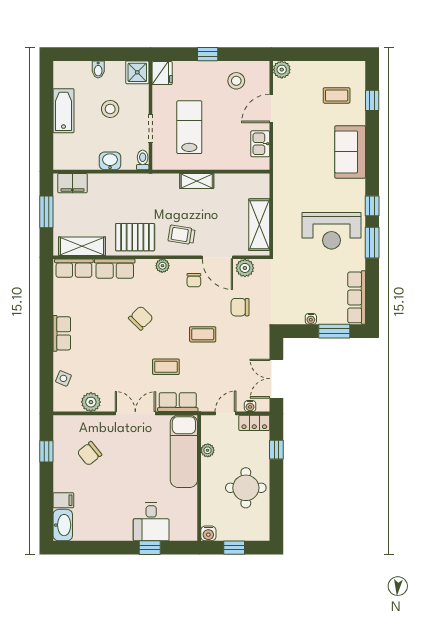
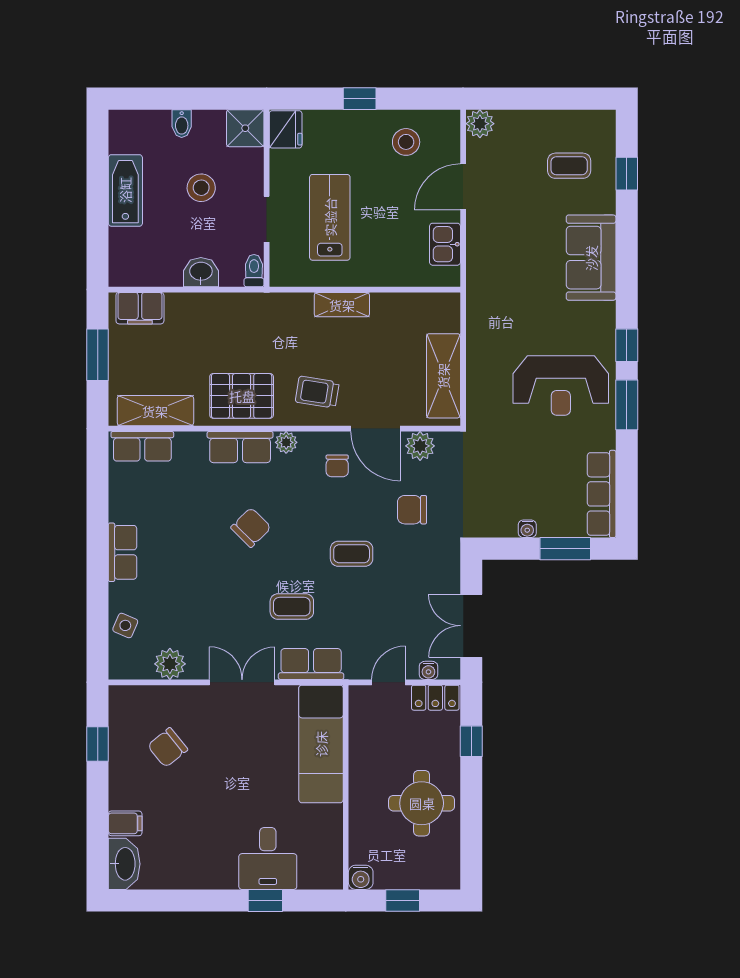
row of seats: (115, 269) -> (240, 447), moved
plant: (208, 450) -> (359, 742), removed

